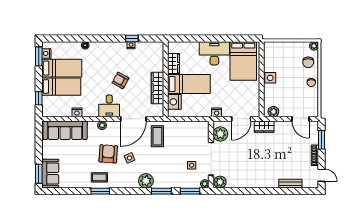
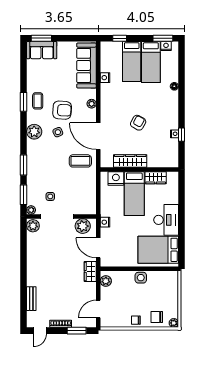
desk: (109, 106) -> (112, 111), removed
plant: (146, 181) -> (34, 132), moved

